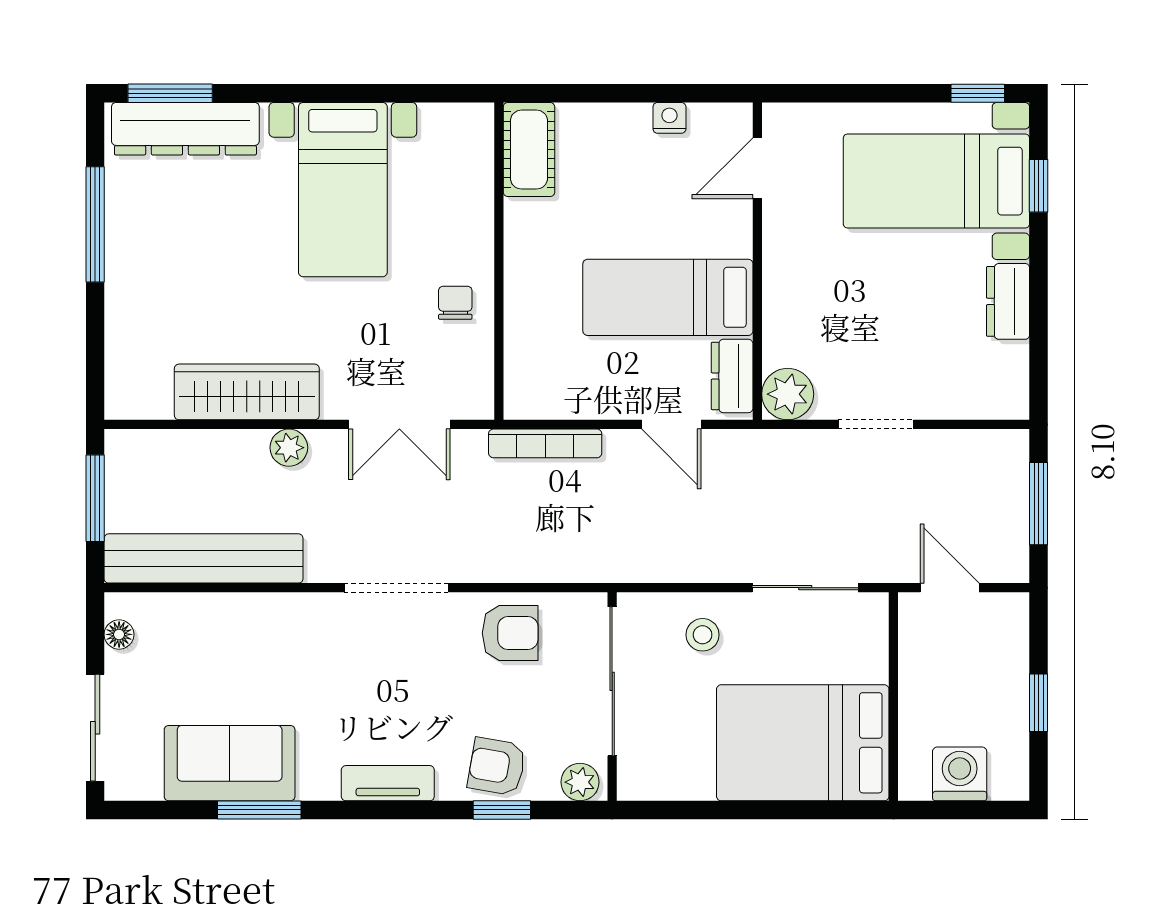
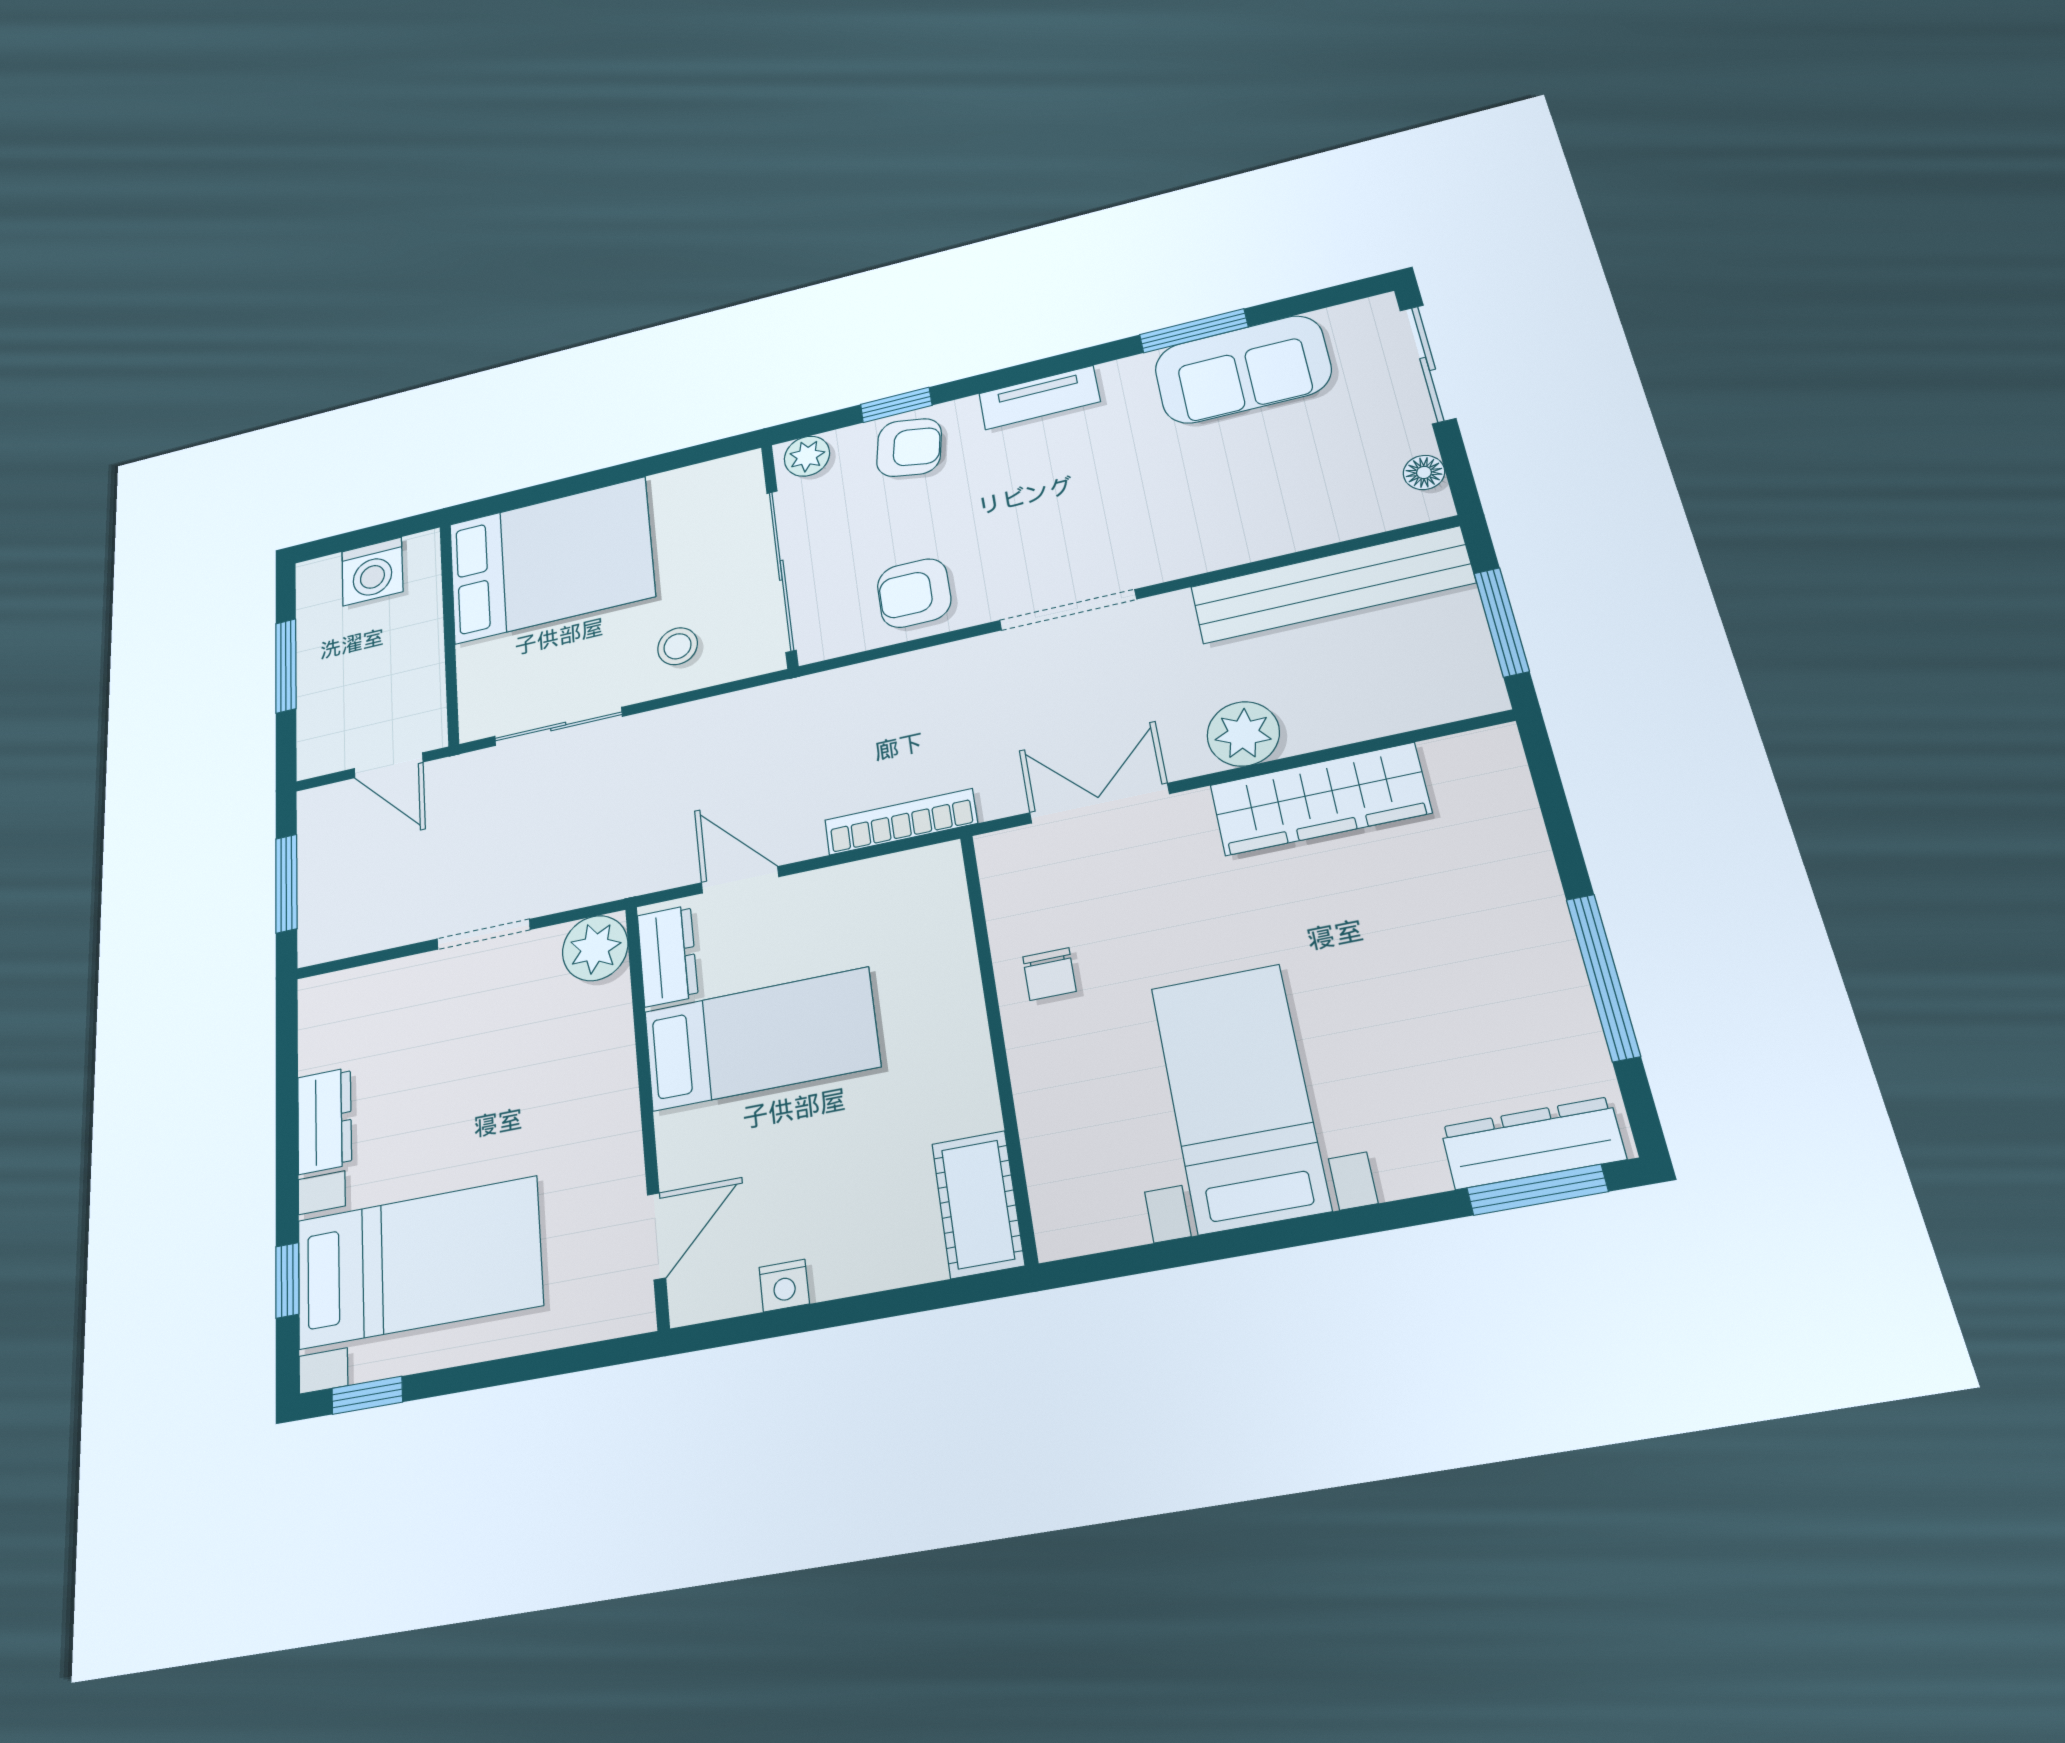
dresser: (185, 129) -> (1532, 1143), width x0.73, depth x0.80
plant: (289, 448) -> (1243, 734), width x1.38, depth x1.38
window: (1039, 703) -> (286, 666), width x1.50

